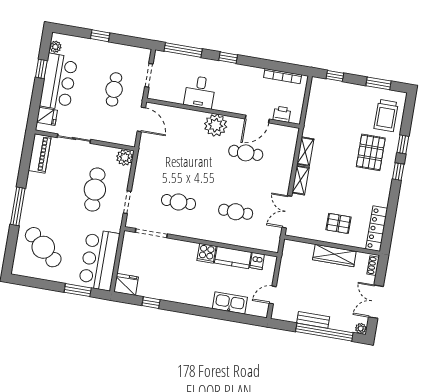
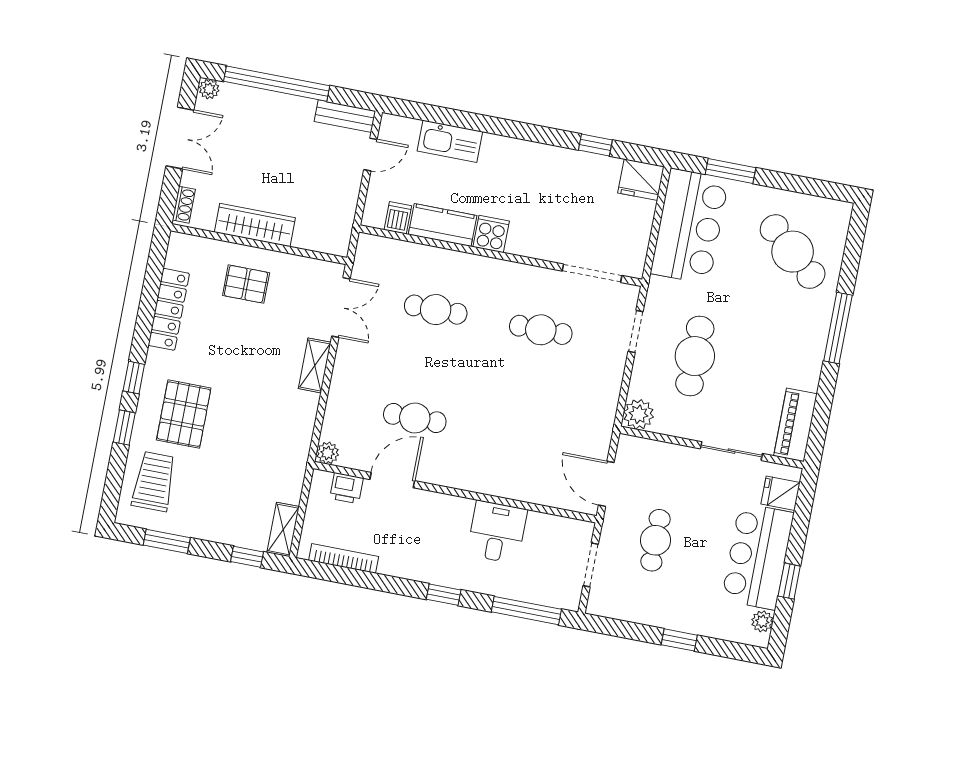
plant: (216, 125) -> (328, 453), moved, width x0.53, depth x0.53
shelving: (305, 152) -> (283, 529), moved
locker: (377, 229) -> (169, 309), moved
bench: (313, 320) -> (345, 116), moved

